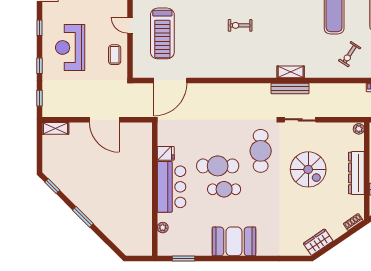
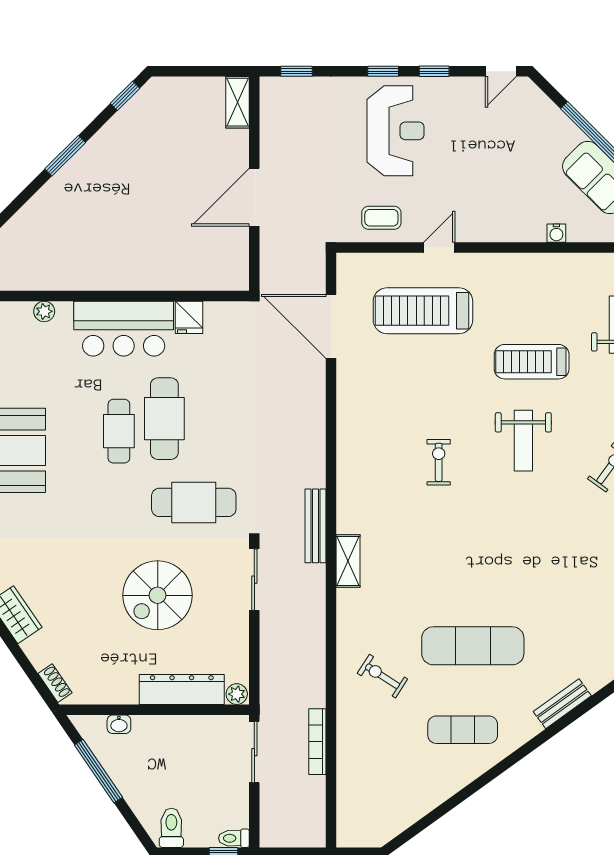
reception desk: (70, 47) -> (396, 131), turned 90
window: (40, 66) -> (383, 71), moved
bench: (290, 89) -> (315, 526), moved
dresser: (356, 173) -> (182, 689), moved

